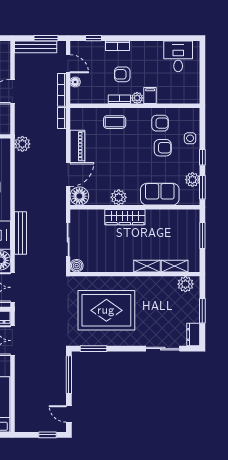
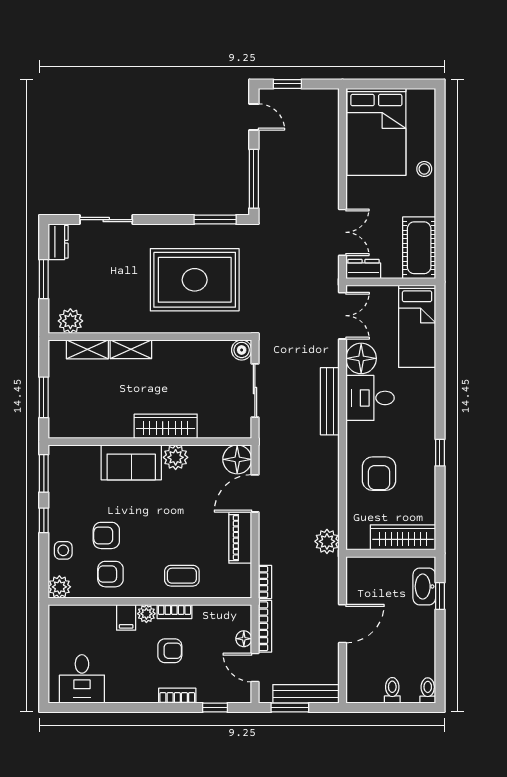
plant: (192, 180) -> (59, 587), moved
sofa: (160, 194) -> (131, 462), moved

